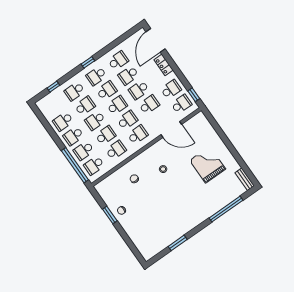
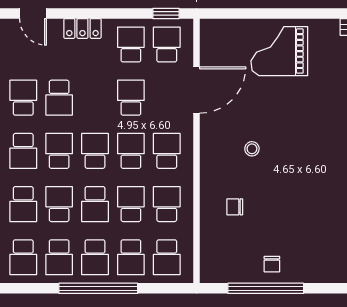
door: (155, 40) -> (33, 13), width x0.53
school desk: (139, 90) -> (23, 257), moved
window: (75, 165) -> (98, 288), moved
grand piano: (208, 165) -> (279, 51), moved
window: (110, 215) -> (266, 288), width x2.11

